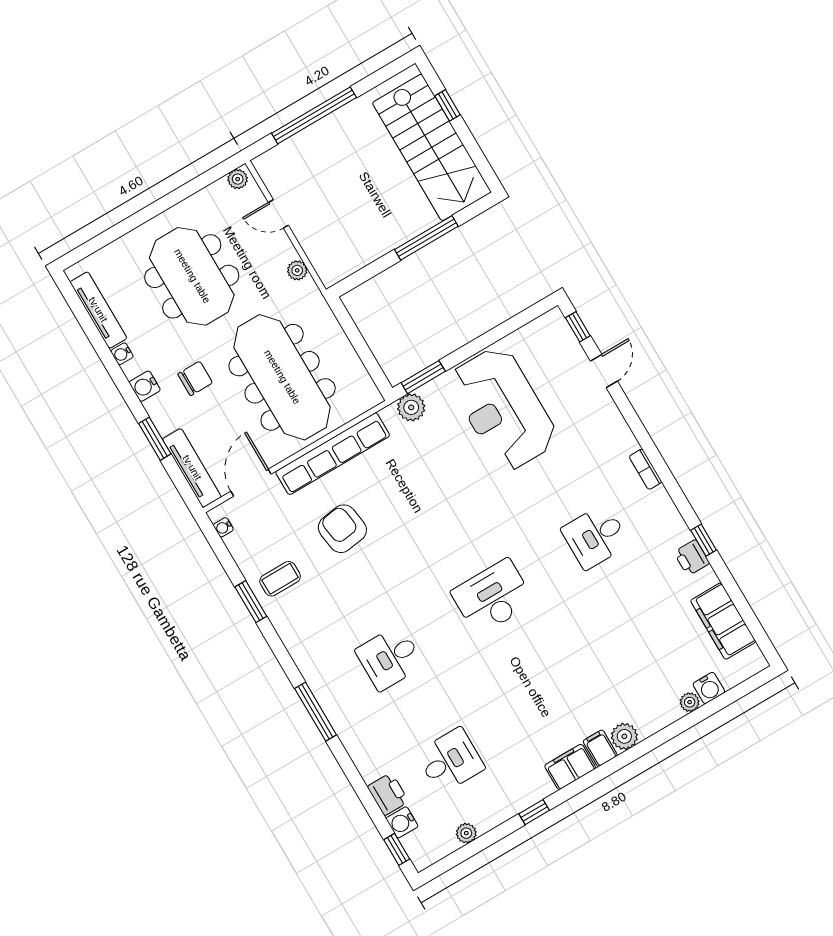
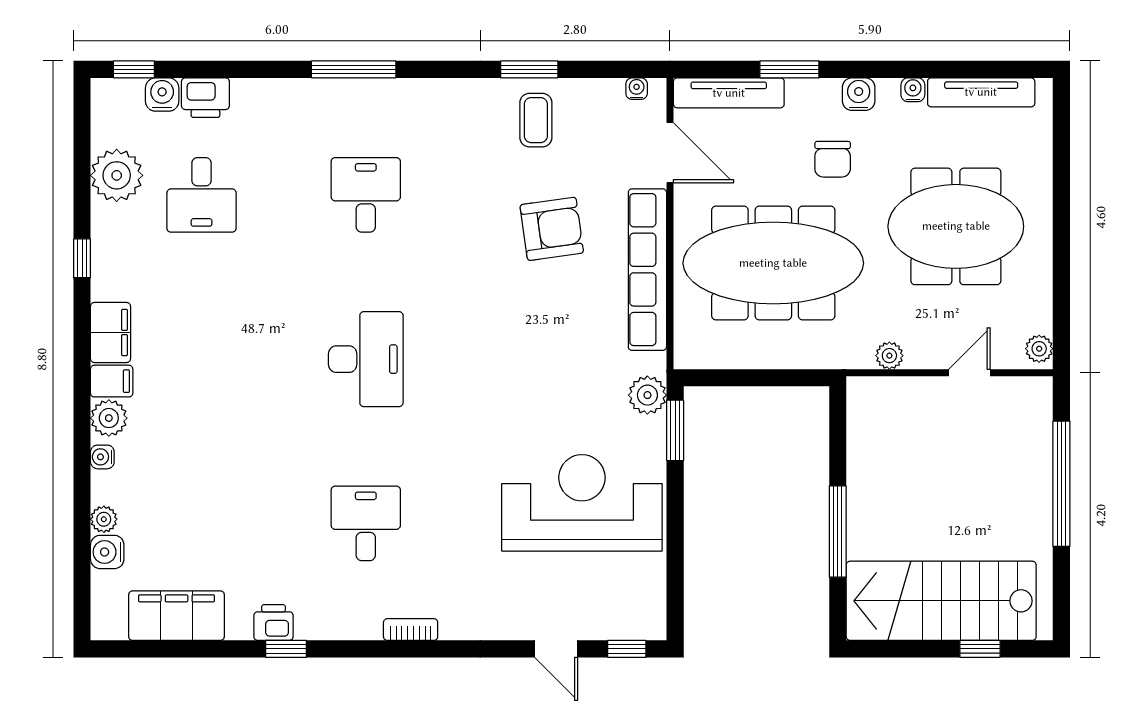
water cooler: (651, 726) -> (102, 457), added
plant: (466, 833) -> (117, 175), width x1.88, depth x1.88

